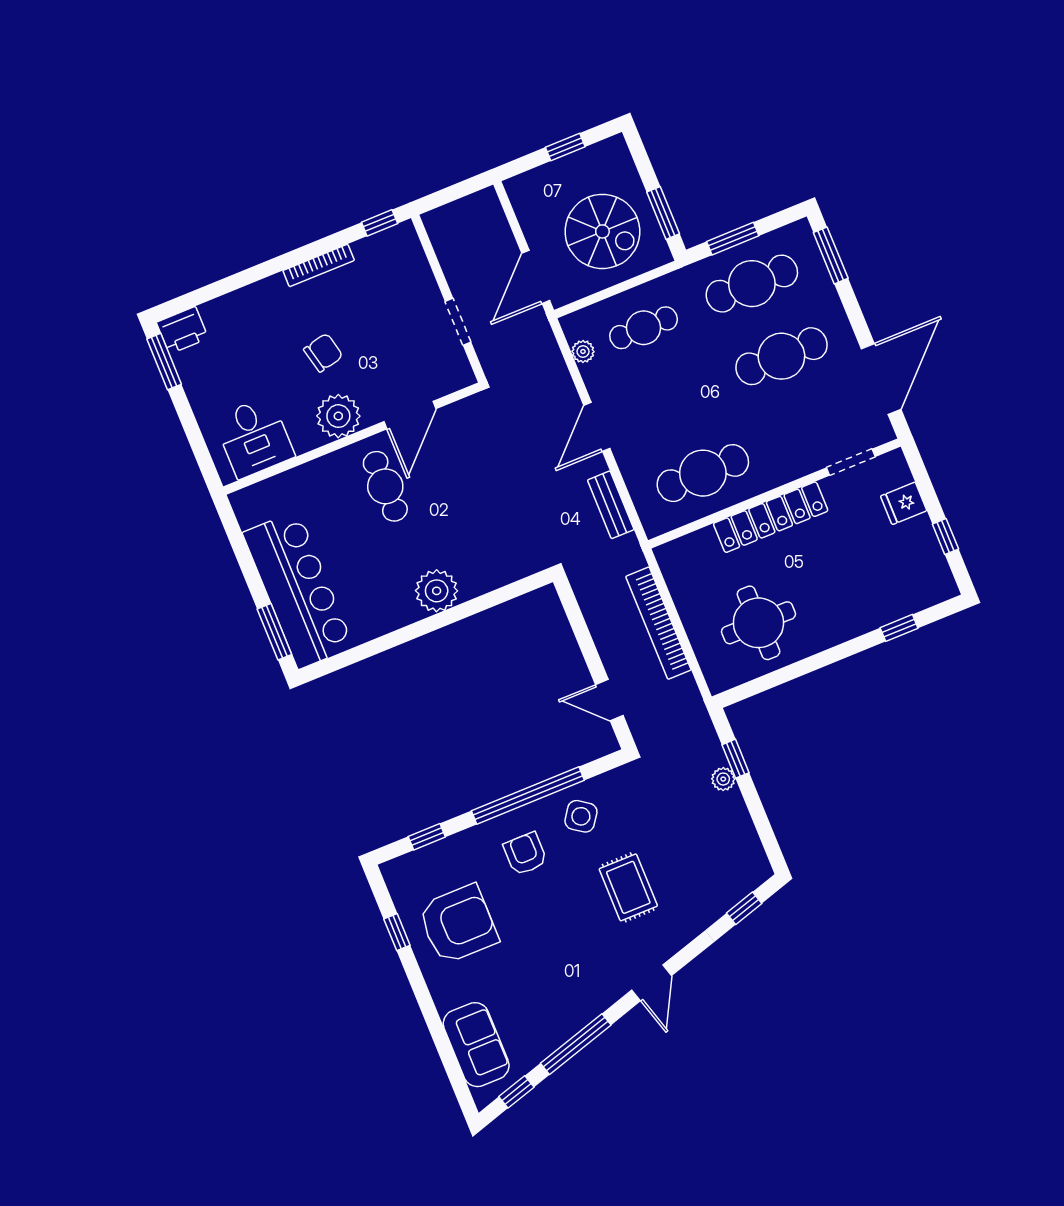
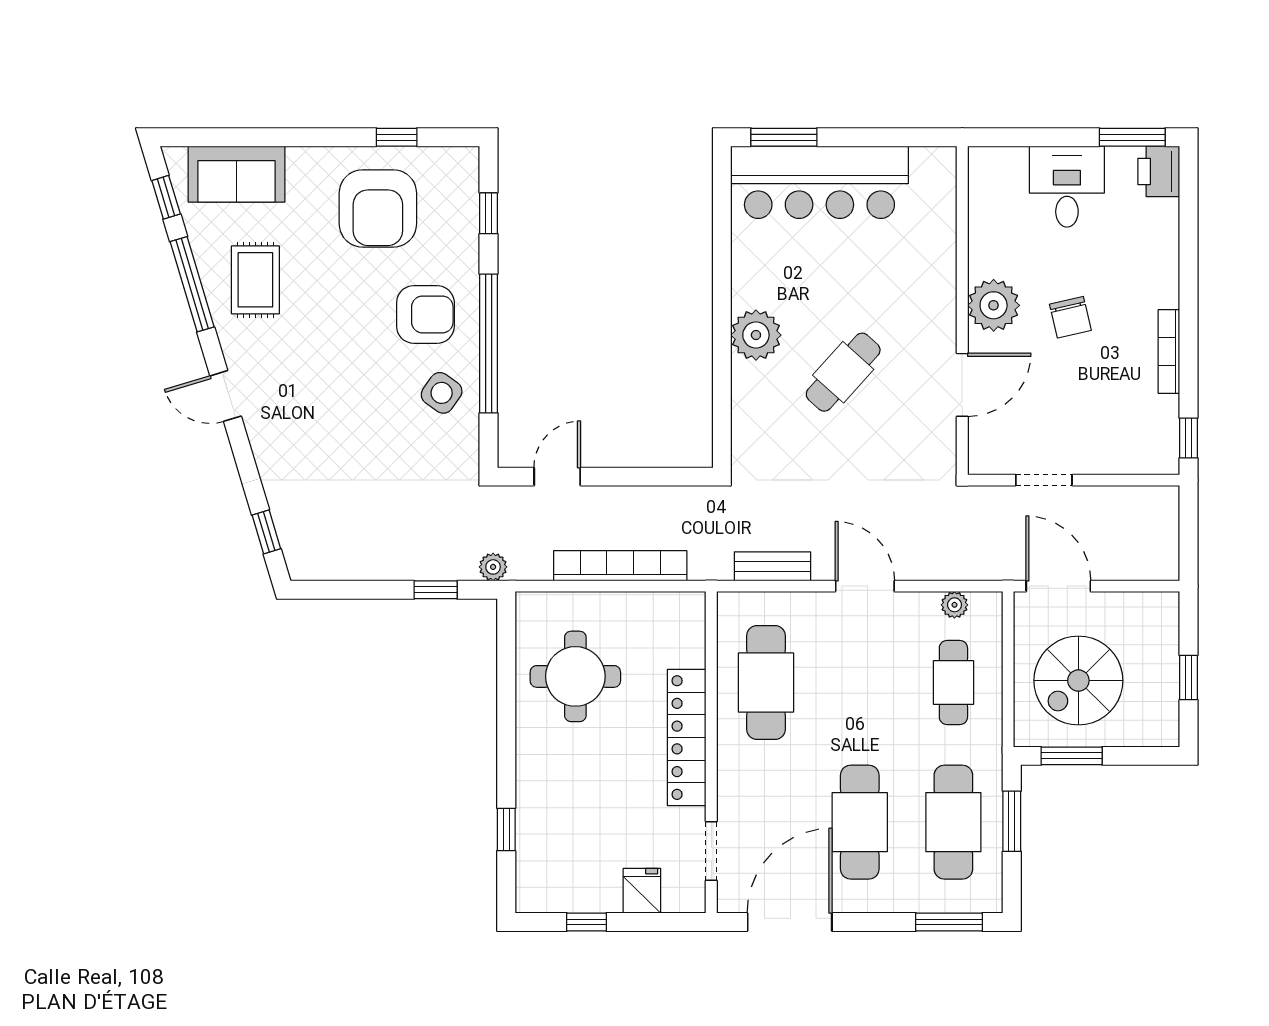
door: (881, 379) -> (790, 922), swing flipped
door: (410, 415) -> (962, 385), swing flipped
desk: (254, 437) -> (1067, 187), moved, turned 90
cafe table: (385, 486) -> (843, 372), moved, turned -48
plant: (723, 779) -> (493, 567), moved
armchair: (525, 854) -> (425, 314), width x1.38, depth x1.38
rug: (628, 887) -> (255, 280), moved, turned 90

